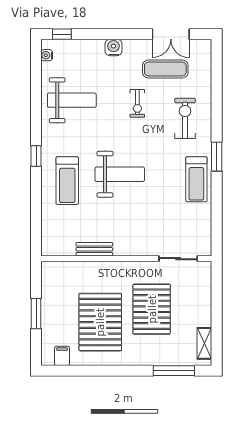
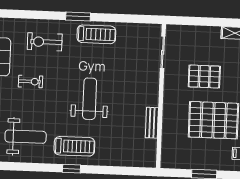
weight bench: (72, 100) -> (26, 137), turned 90
treadmill: (67, 181) -> (74, 146), moved
pallet: (152, 309) -> (204, 76), width x0.73, depth x0.71

